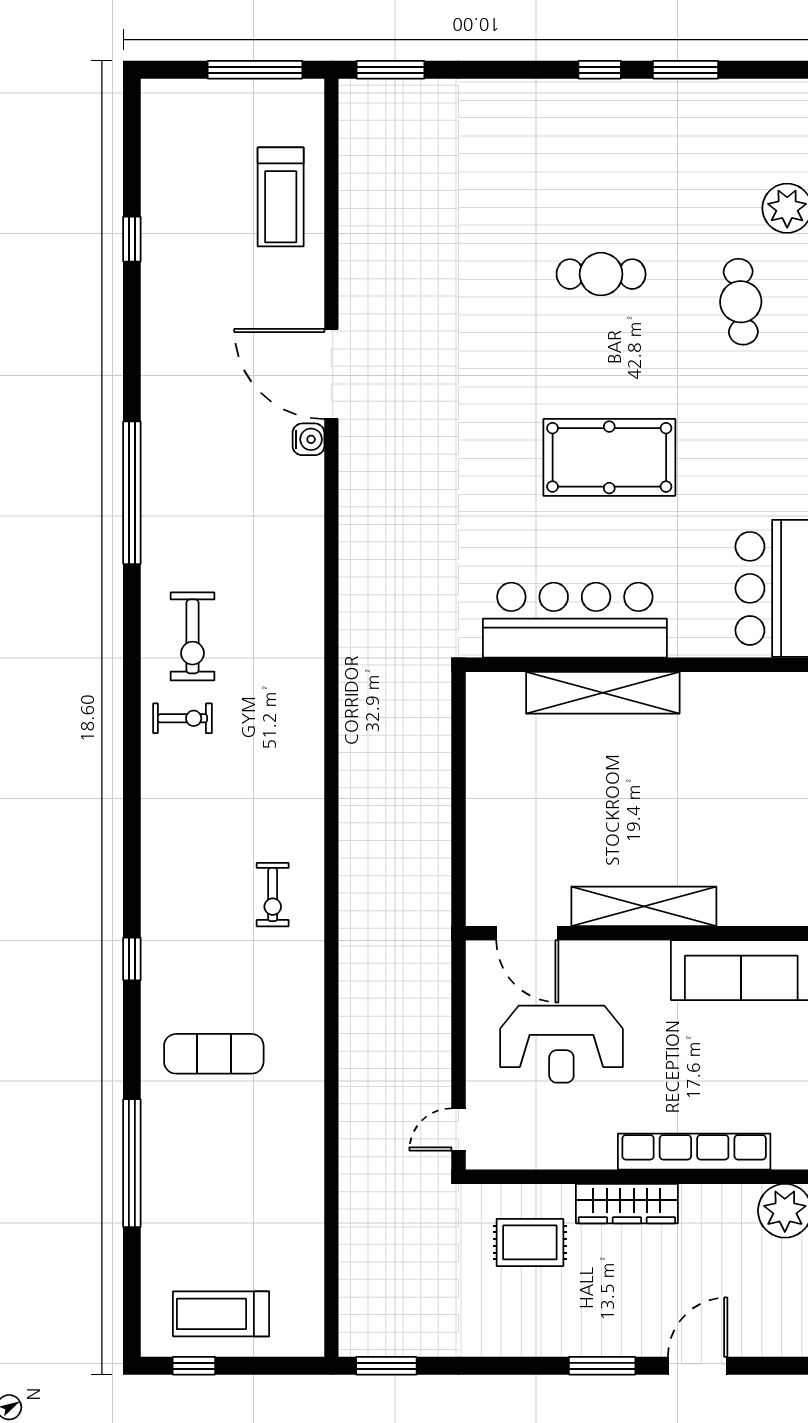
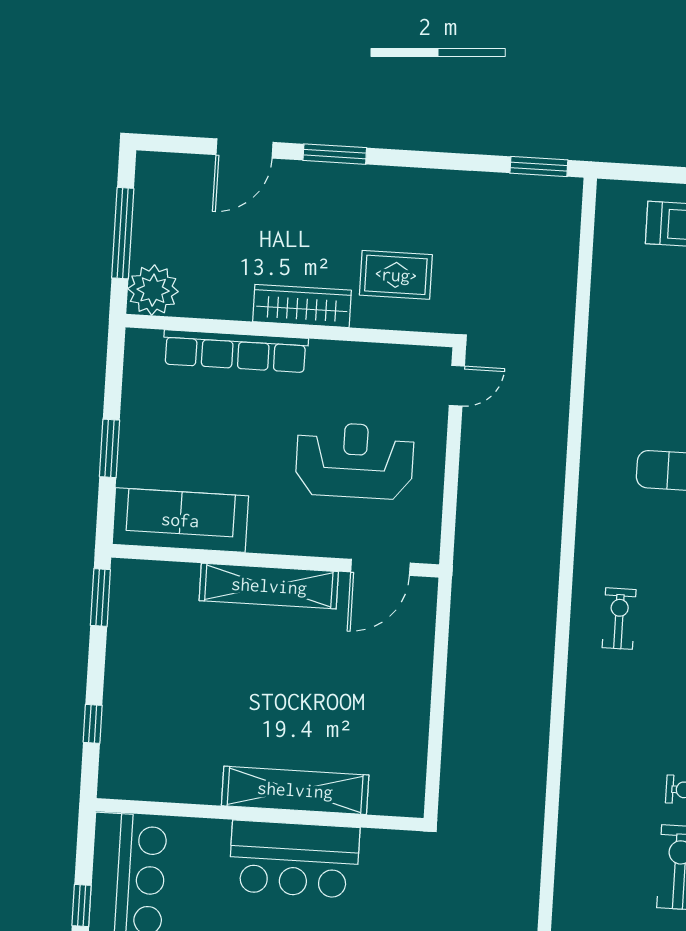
bar counter: (575, 620) -> (294, 859), width x0.73
door: (527, 933) -> (380, 567), swing flipped

